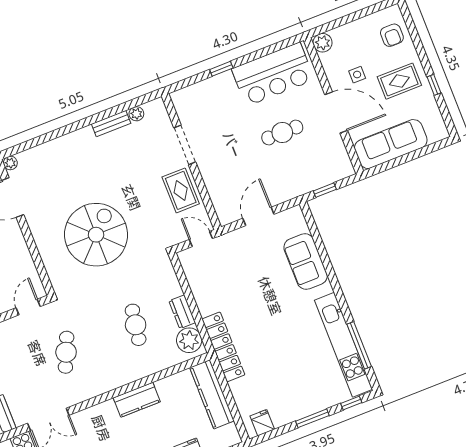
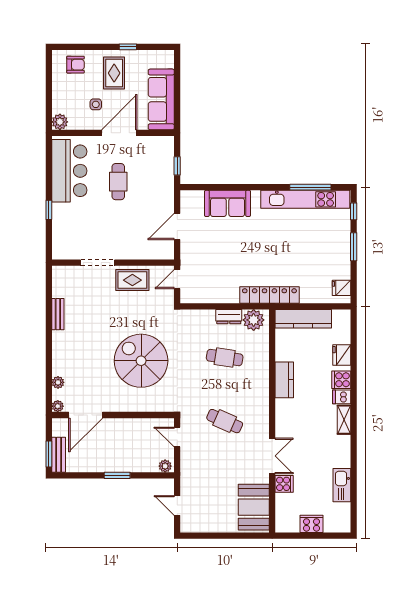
plant: (136, 114) -> (58, 382), moved
door: (258, 216) -> (177, 227), hinge flipped

